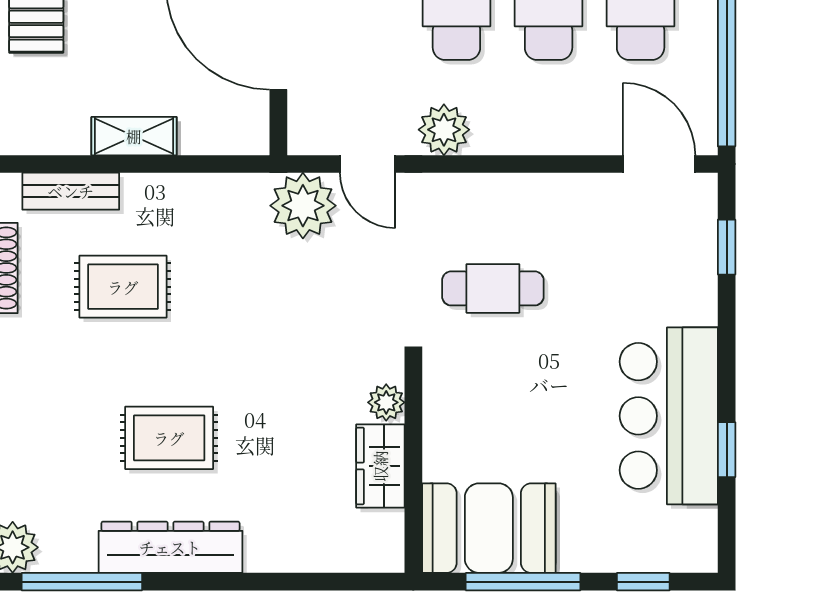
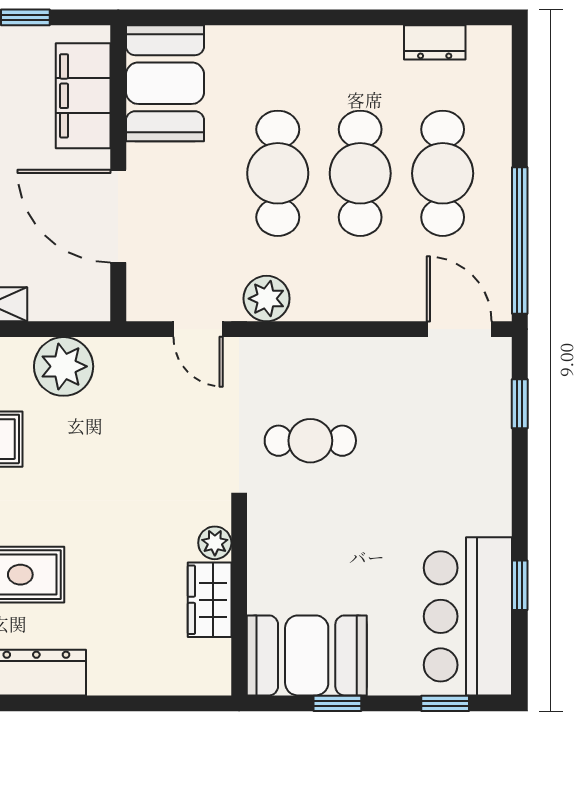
plant: (303, 206) -> (64, 366), moved
bar counter: (669, 416) -> (468, 616), moved
window: (523, 582) -> (337, 703), width x0.46

